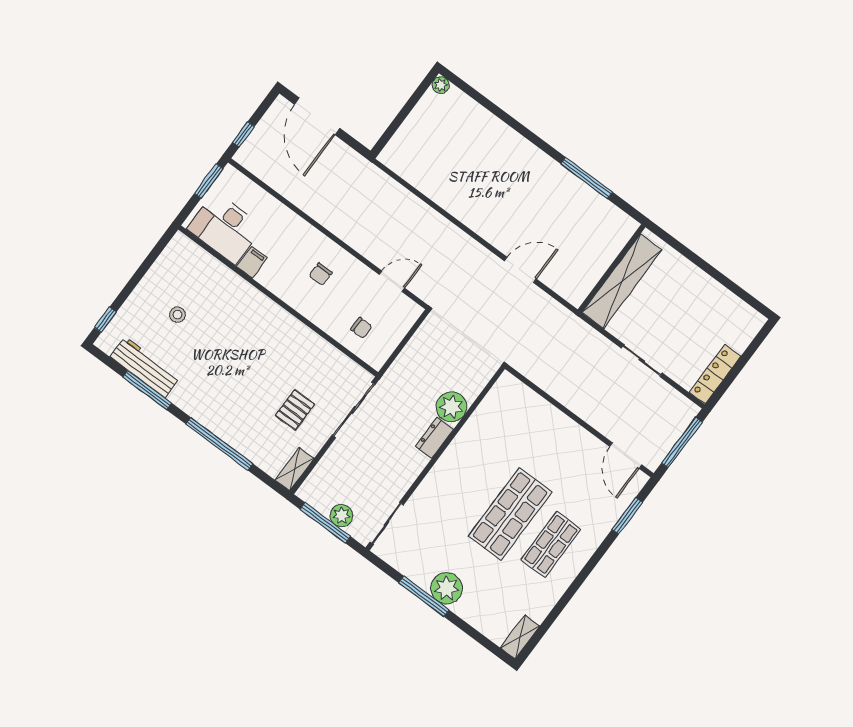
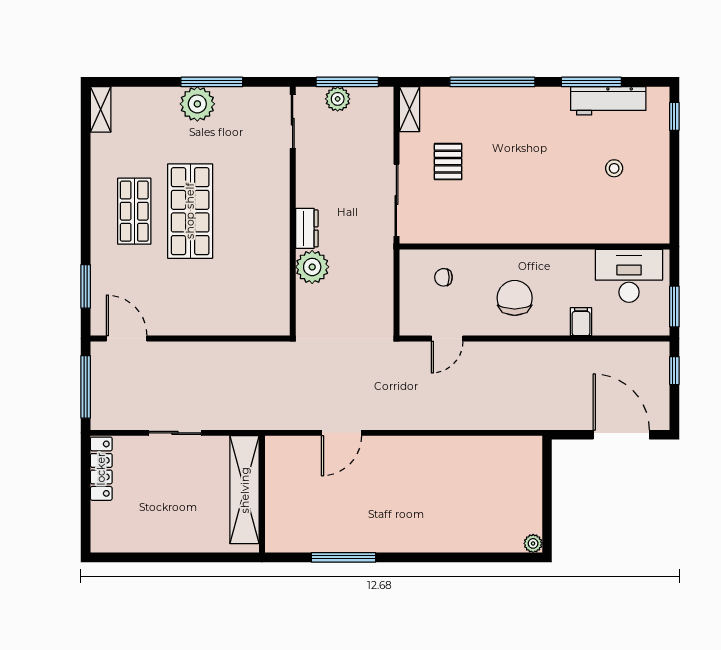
filing cabinet: (252, 262) -> (581, 322), moved, turned 180
chair: (321, 274) -> (515, 298), width x1.87, depth x1.87

